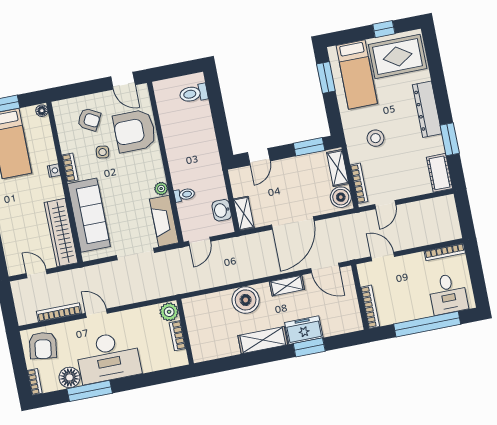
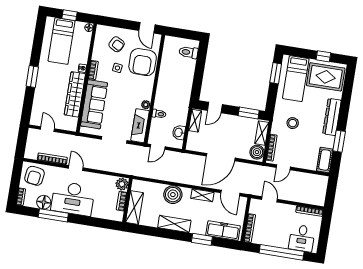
armchair: (135, 131) -> (143, 62), turned -90
shelving: (244, 213) -> (195, 121), moved
wardrobe: (61, 233) -> (75, 94), moved
freezer: (304, 330) -> (223, 231), moved, width x1.40
shelving: (199, 338) -> (134, 208), added

